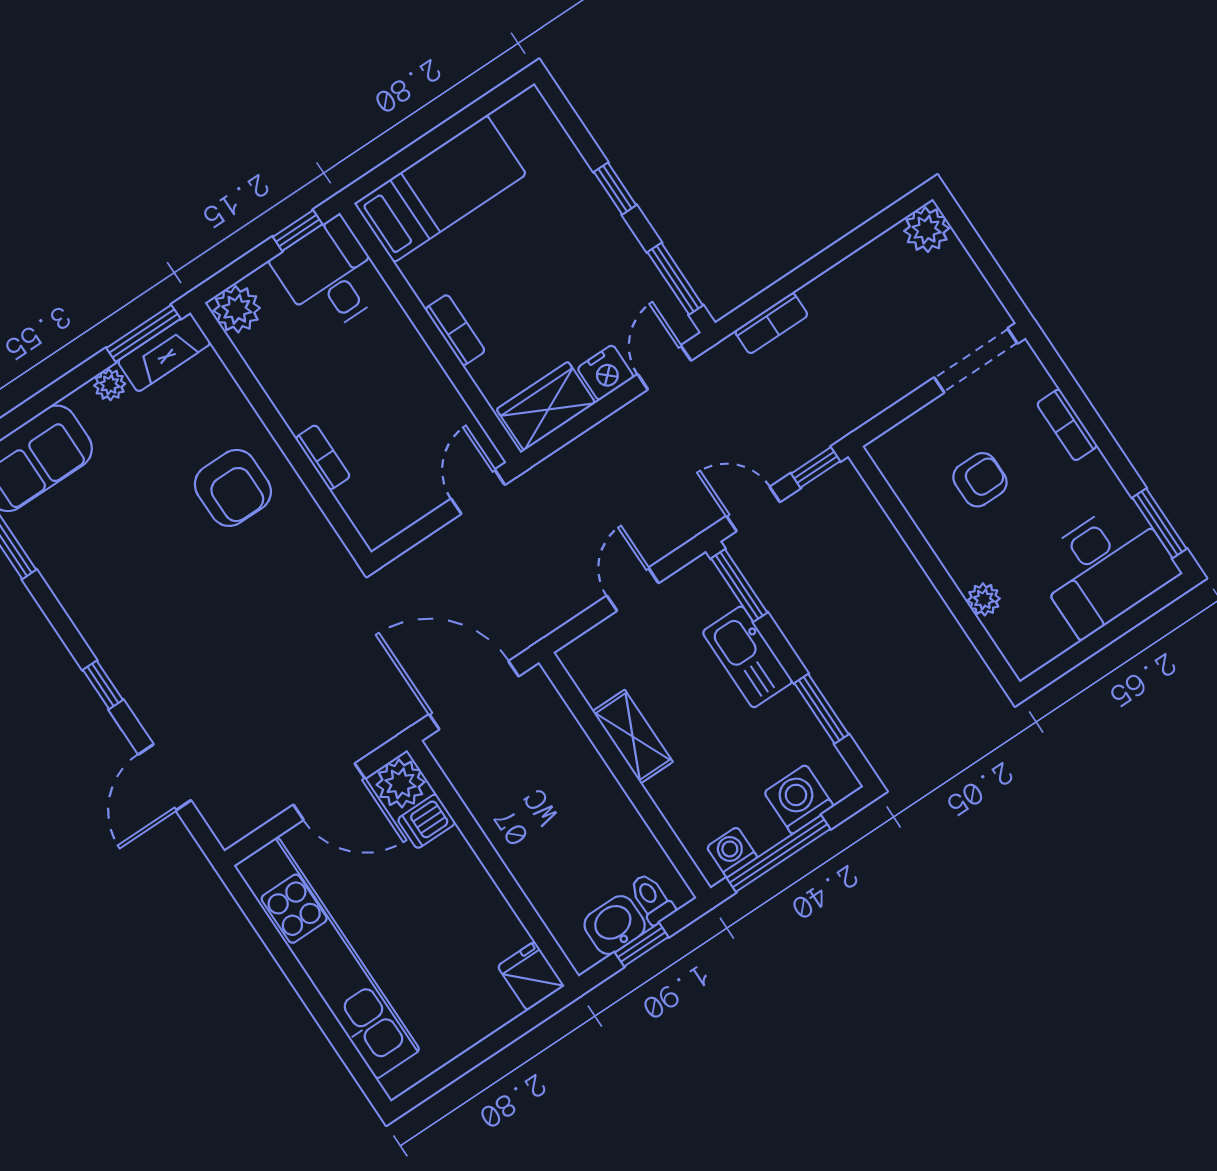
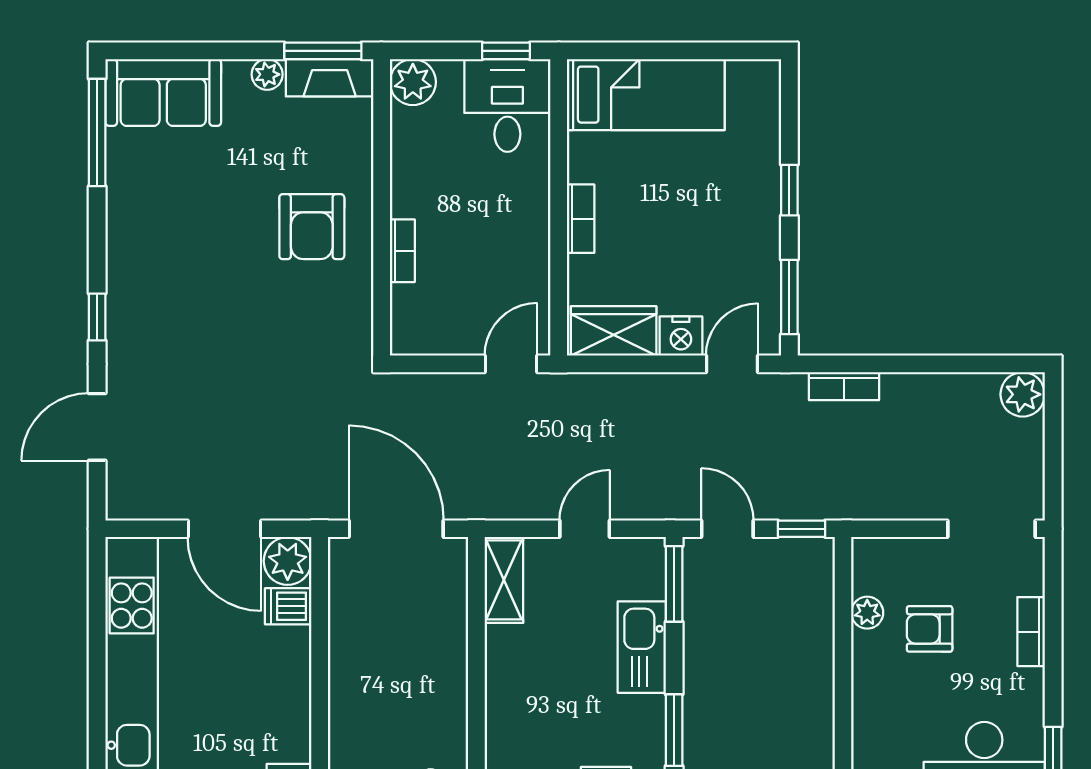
armchair: (980, 480) -> (930, 629), turned 180
plant: (984, 599) -> (867, 613), moved
shelving: (633, 737) -> (504, 580), moved

